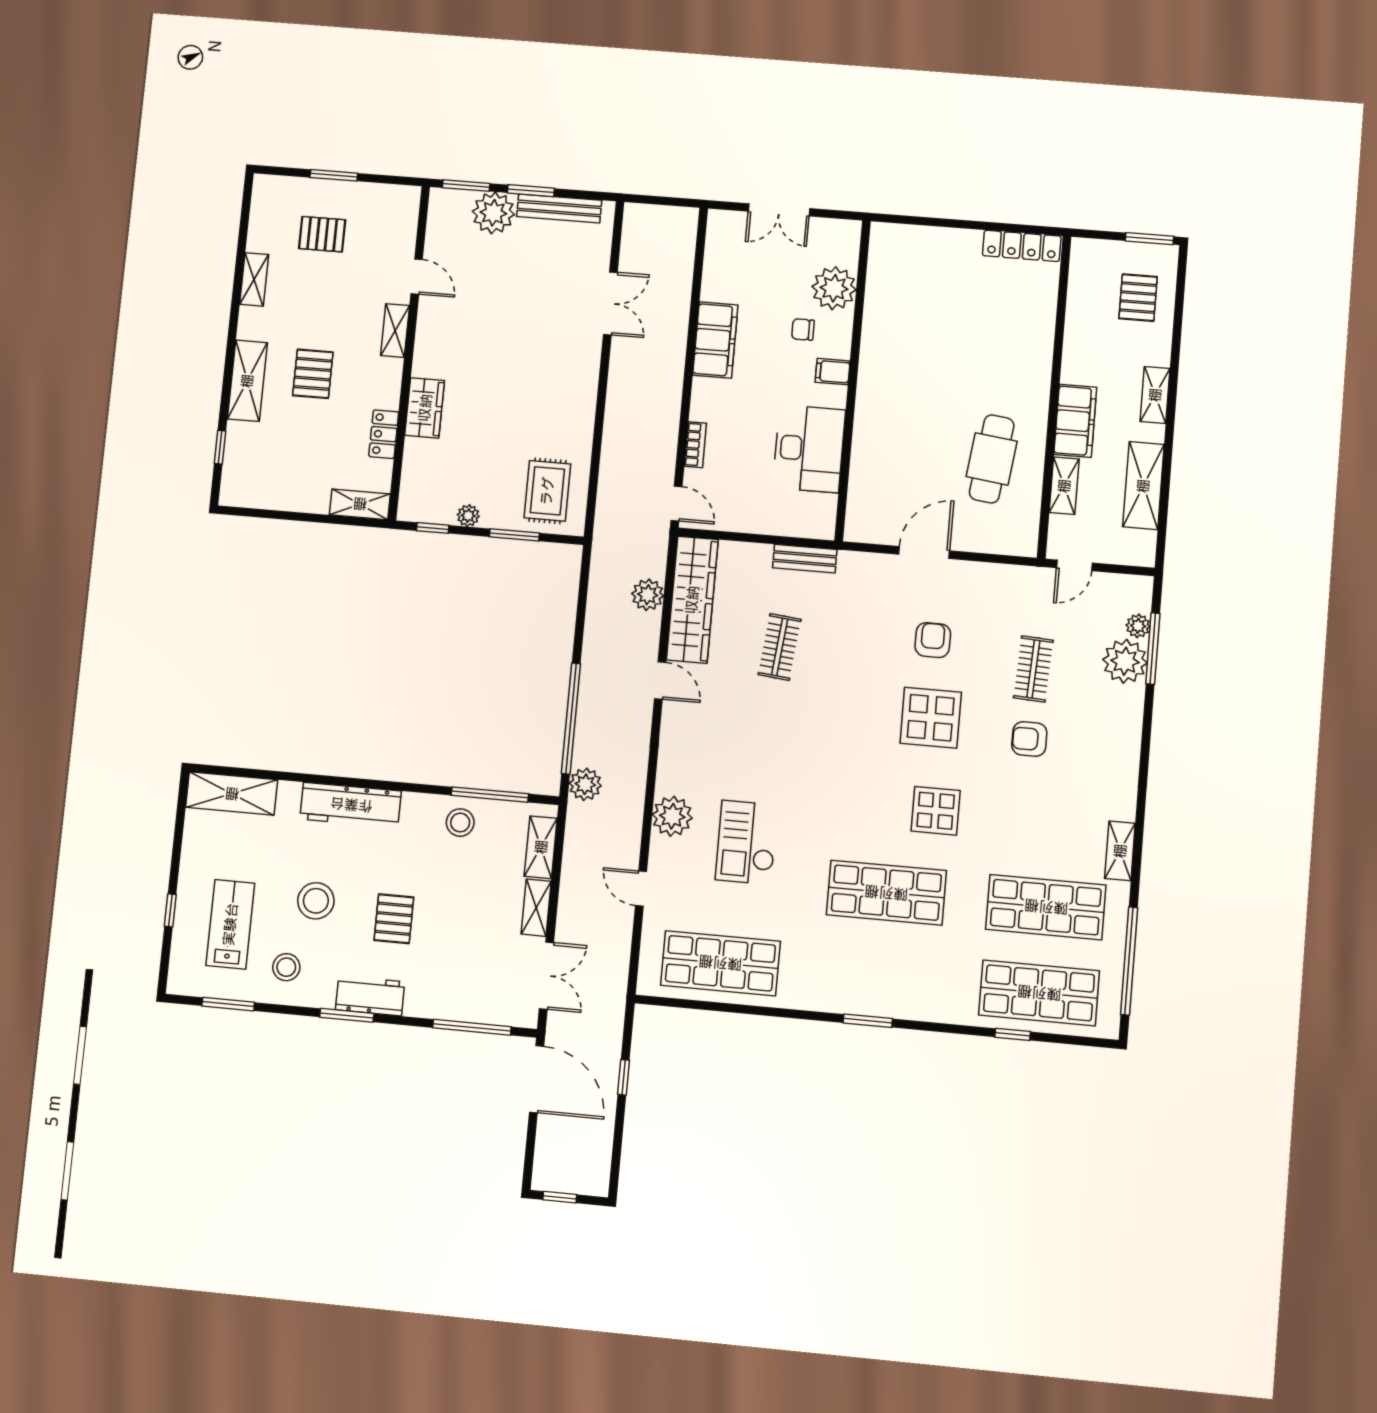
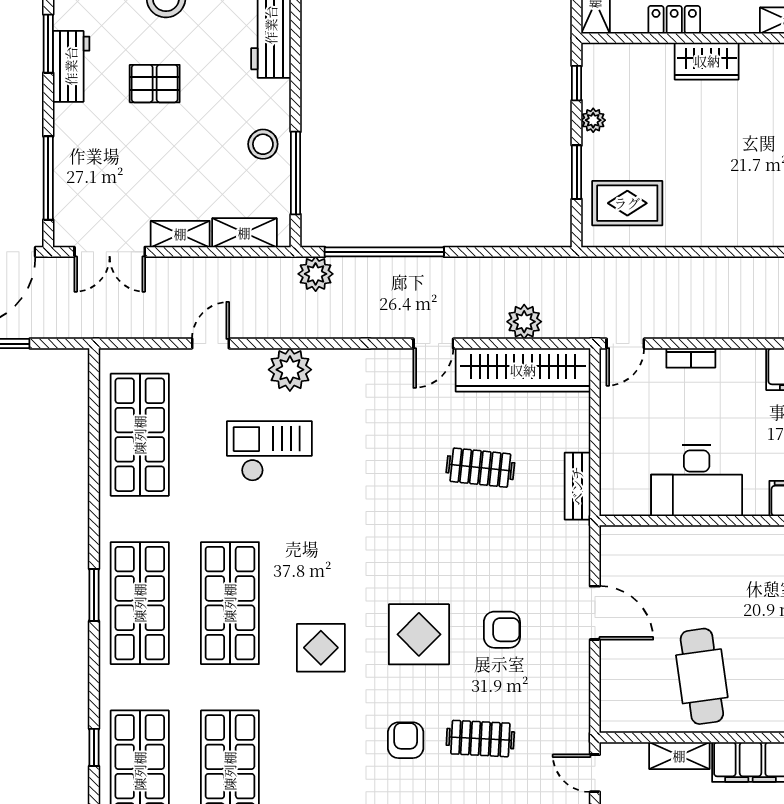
cafe table: (992, 459) -> (702, 676), turned 75
shop shelf: (879, 978) -> (140, 603), added

